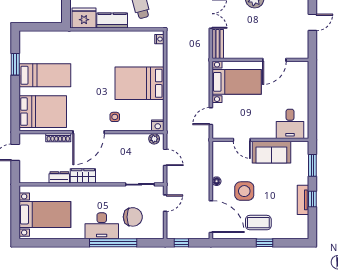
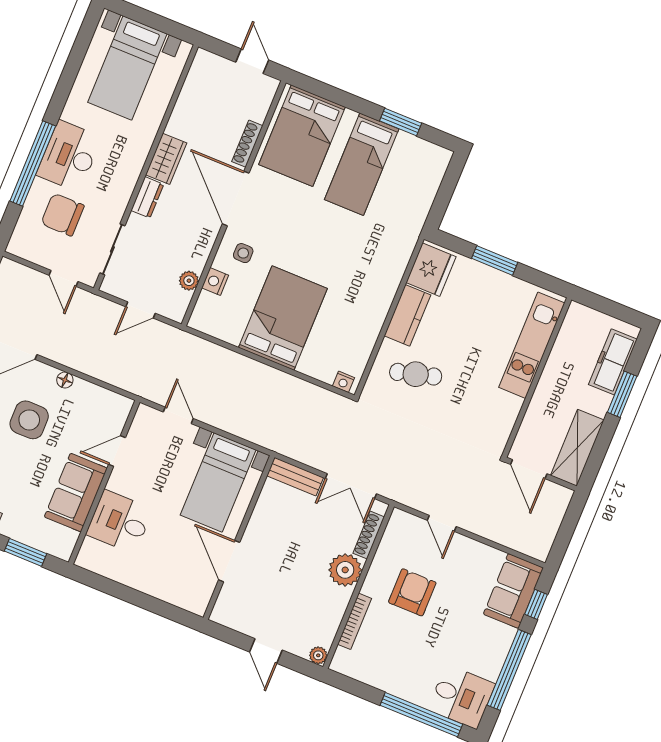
desk: (290, 124) -> (120, 522), moved
nightstand: (158, 125) -> (215, 282), moved
plant: (154, 139) -> (189, 281), moved
dresser: (59, 177) -> (147, 197), moved
chair: (133, 217) -> (63, 215), turned 90

